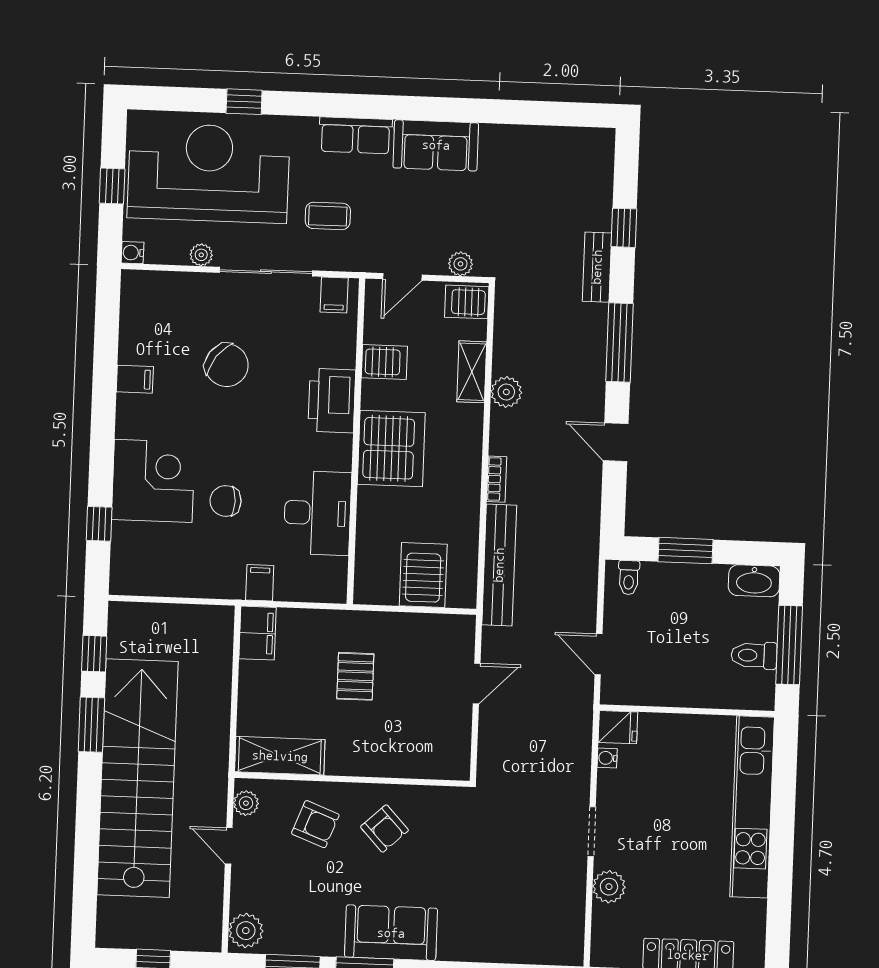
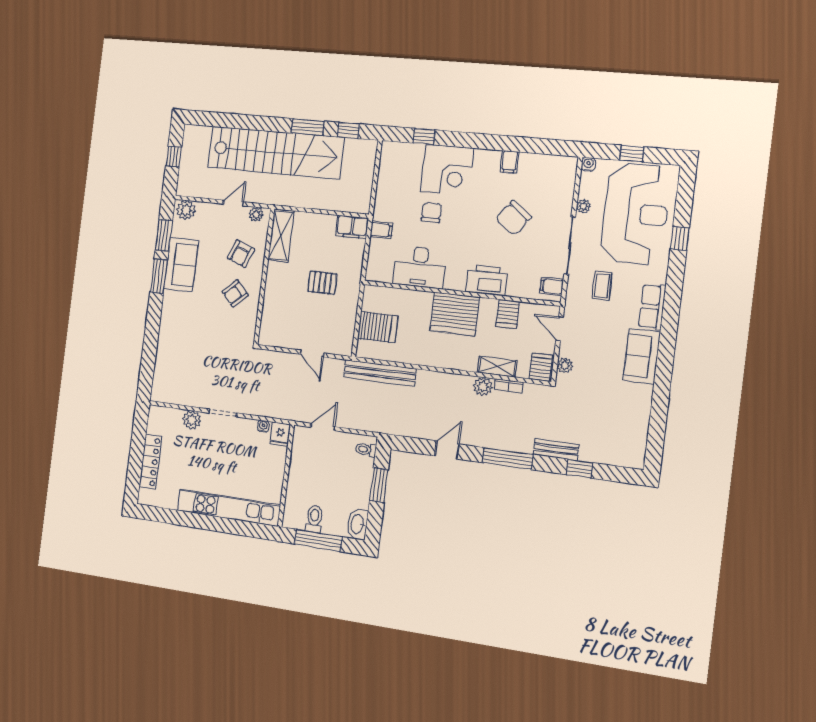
bookcase: (497, 479) -> (508, 386), moved
sofa: (391, 933) -> (181, 265), moved

